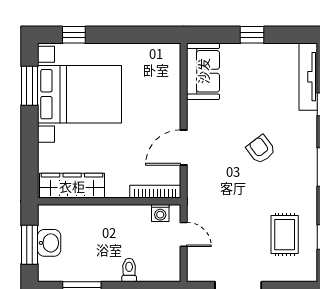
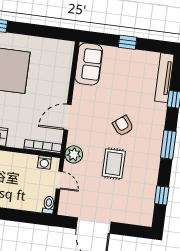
plant: (199, 197) -> (74, 154), added
rug: (285, 235) -> (114, 164), moved
toilet: (129, 270) -> (49, 205), moved

